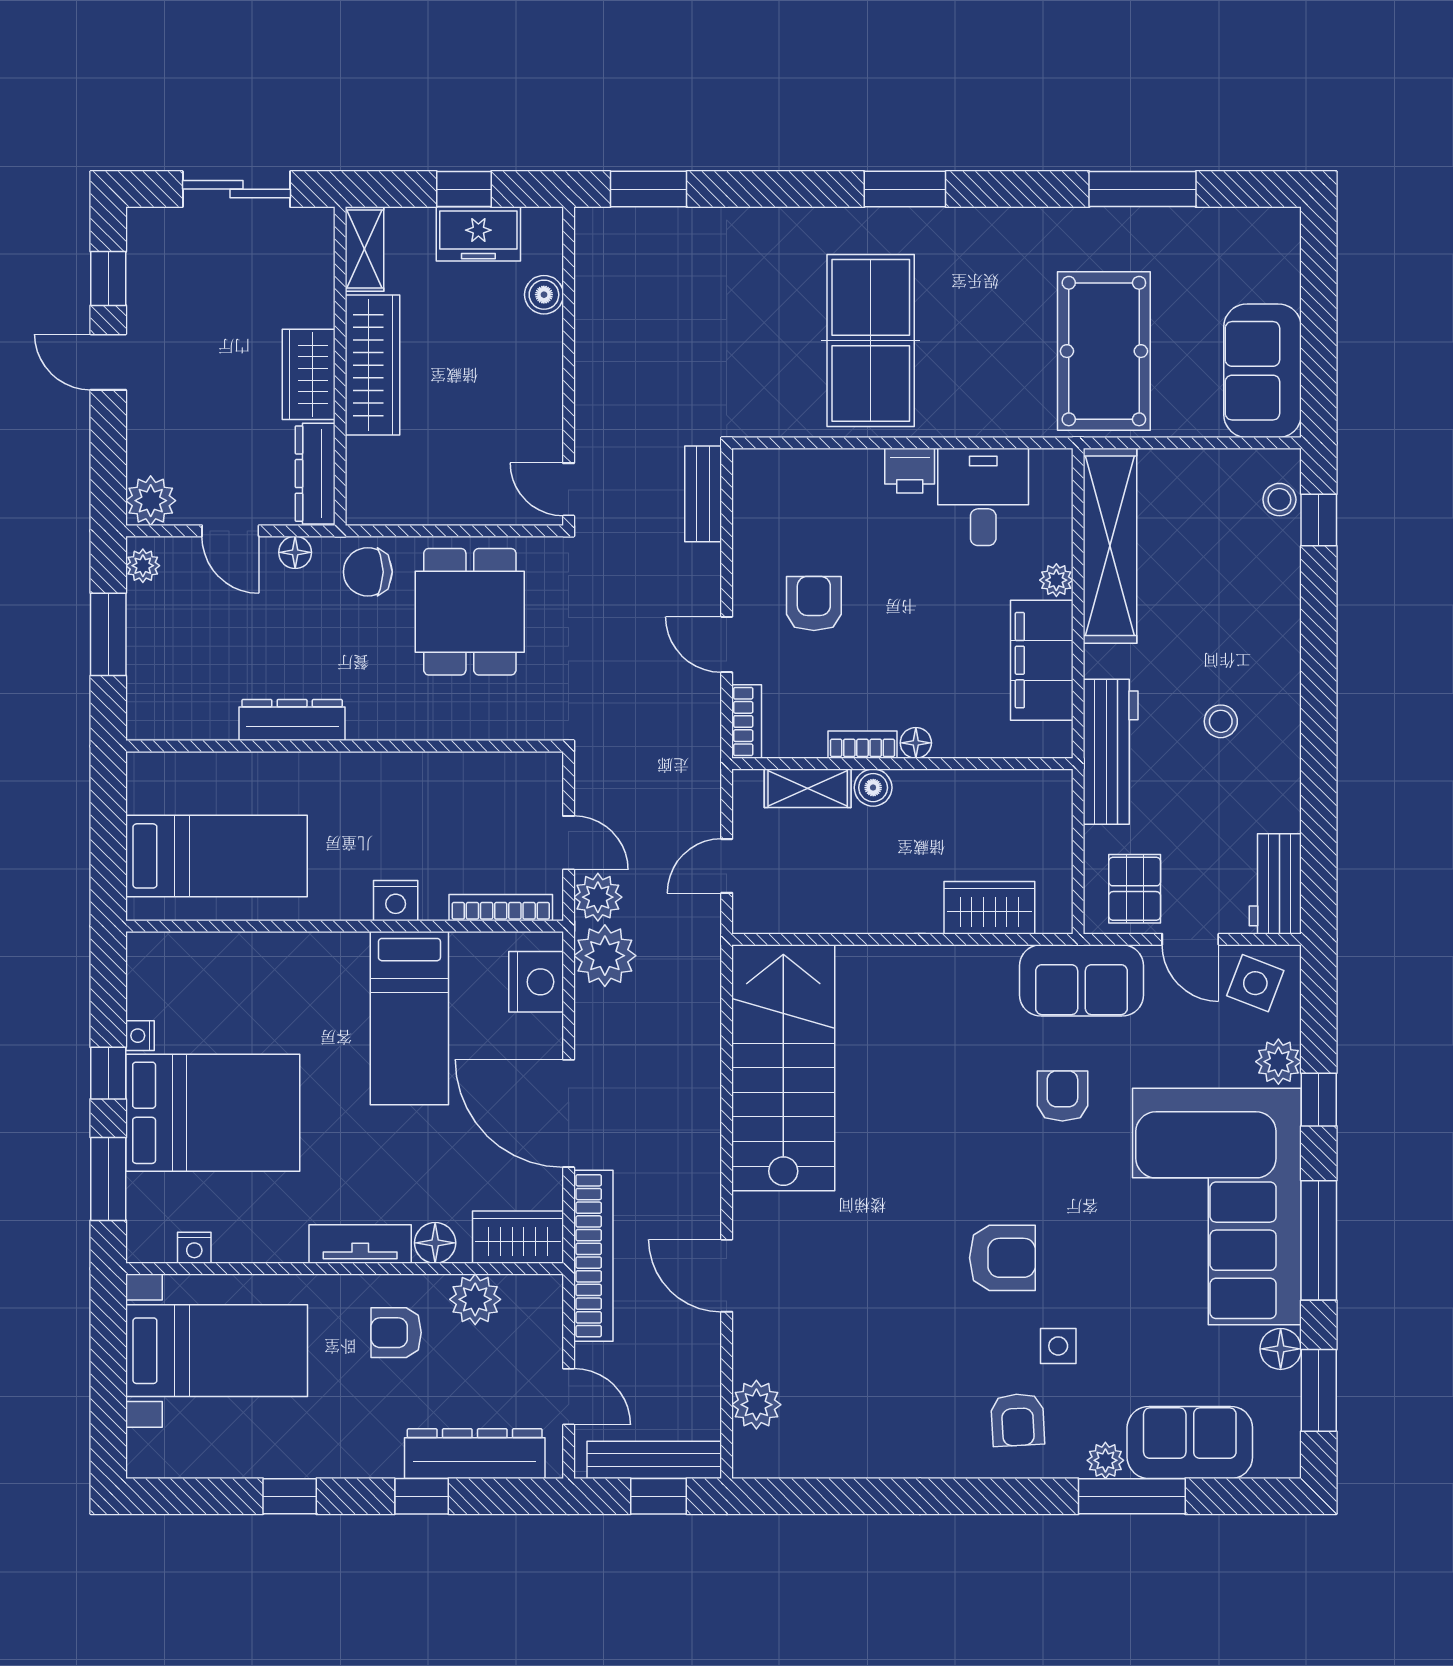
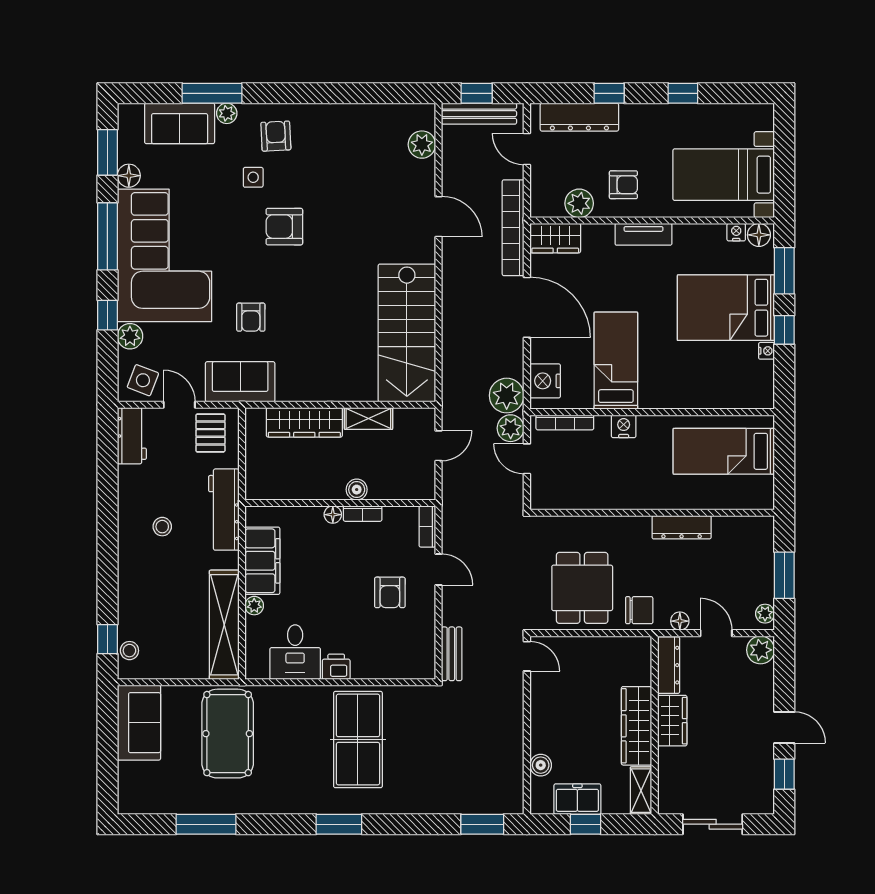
shelving: (808, 788) -> (368, 419), moved
wardrobe: (989, 908) -> (304, 422), width x1.50
floor lamp: (435, 1243) -> (759, 235), moved

